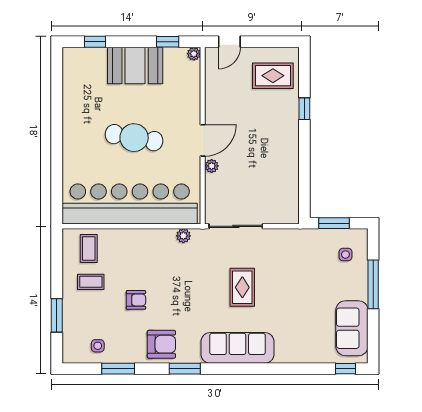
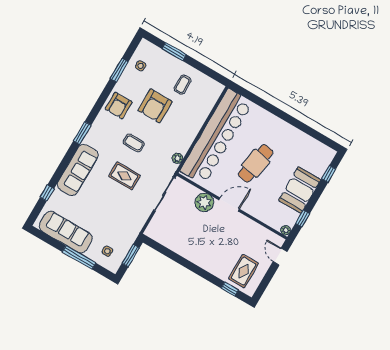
window: (304, 109) -> (230, 289), moved
door: (203, 140) -> (229, 205), swing flipped
plant: (212, 166) -> (204, 202), width x1.88, depth x1.88
coffee table: (89, 248) -> (134, 143), moved
armchair: (136, 300) -> (155, 106), width x1.88, depth x1.88
sofa: (352, 328) -> (66, 232), width x1.36
sofa: (237, 348) -> (78, 170), moved
window: (185, 369) -> (82, 133), moved
window: (346, 369) -> (47, 193), moved

